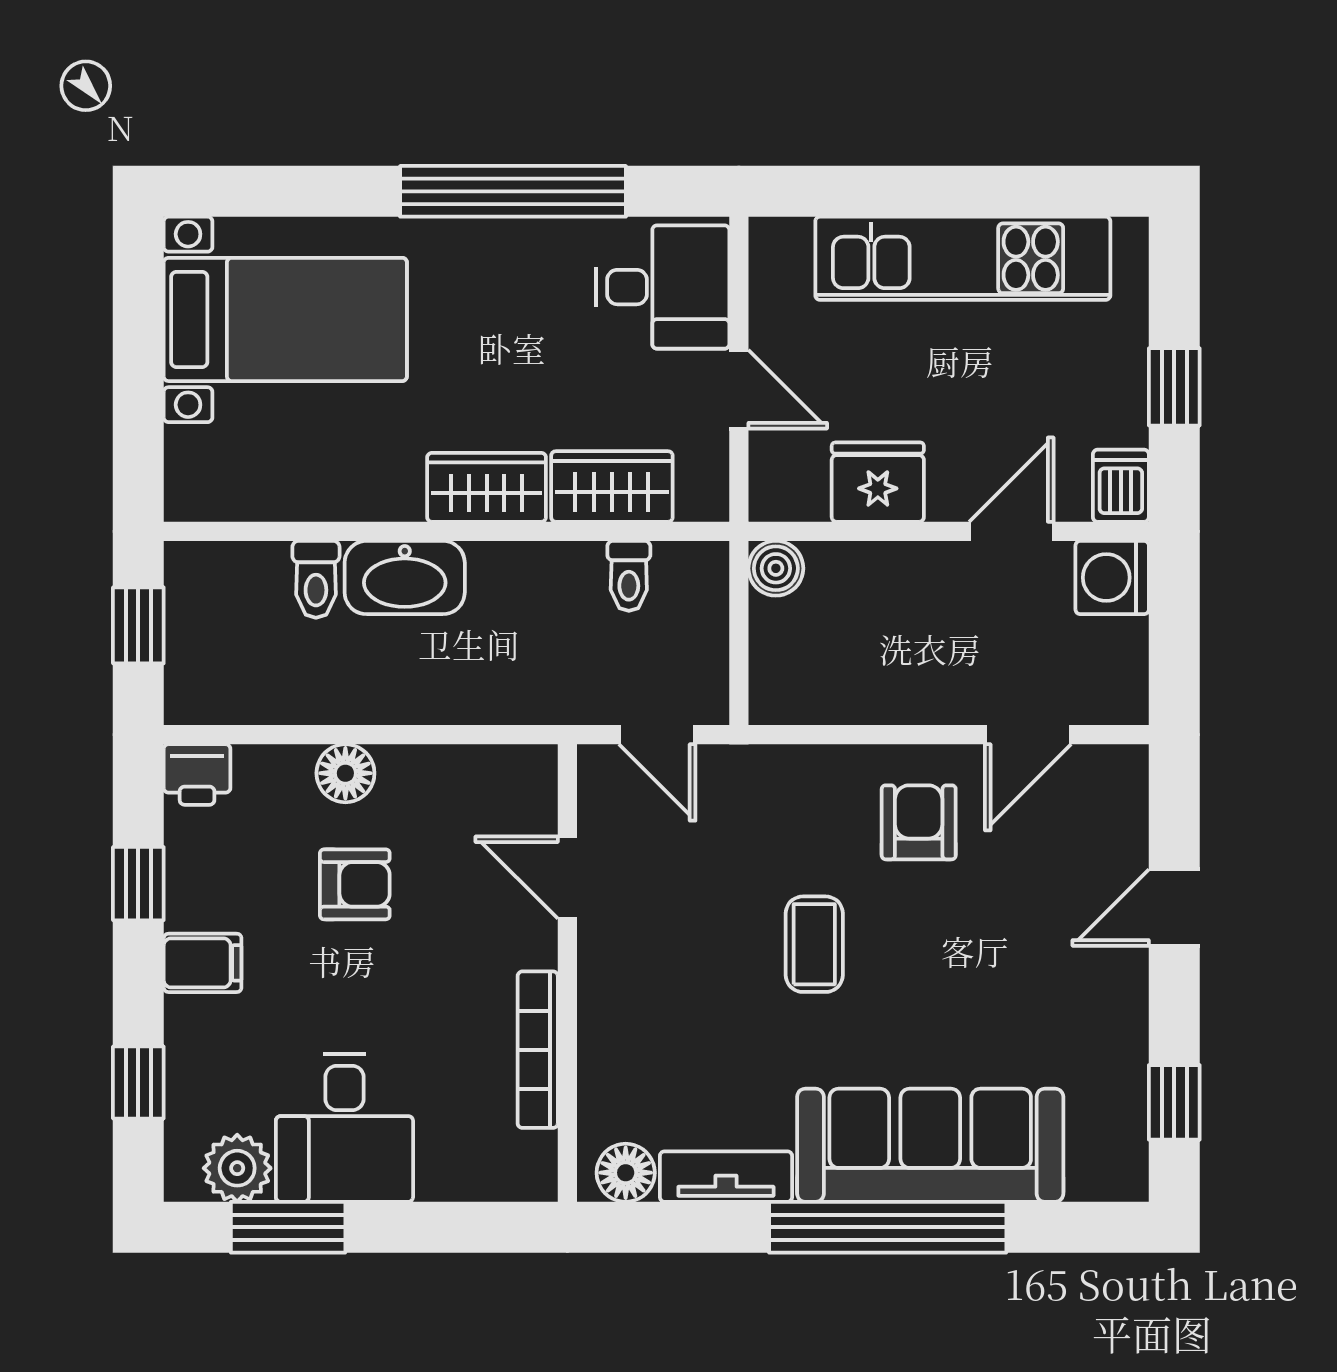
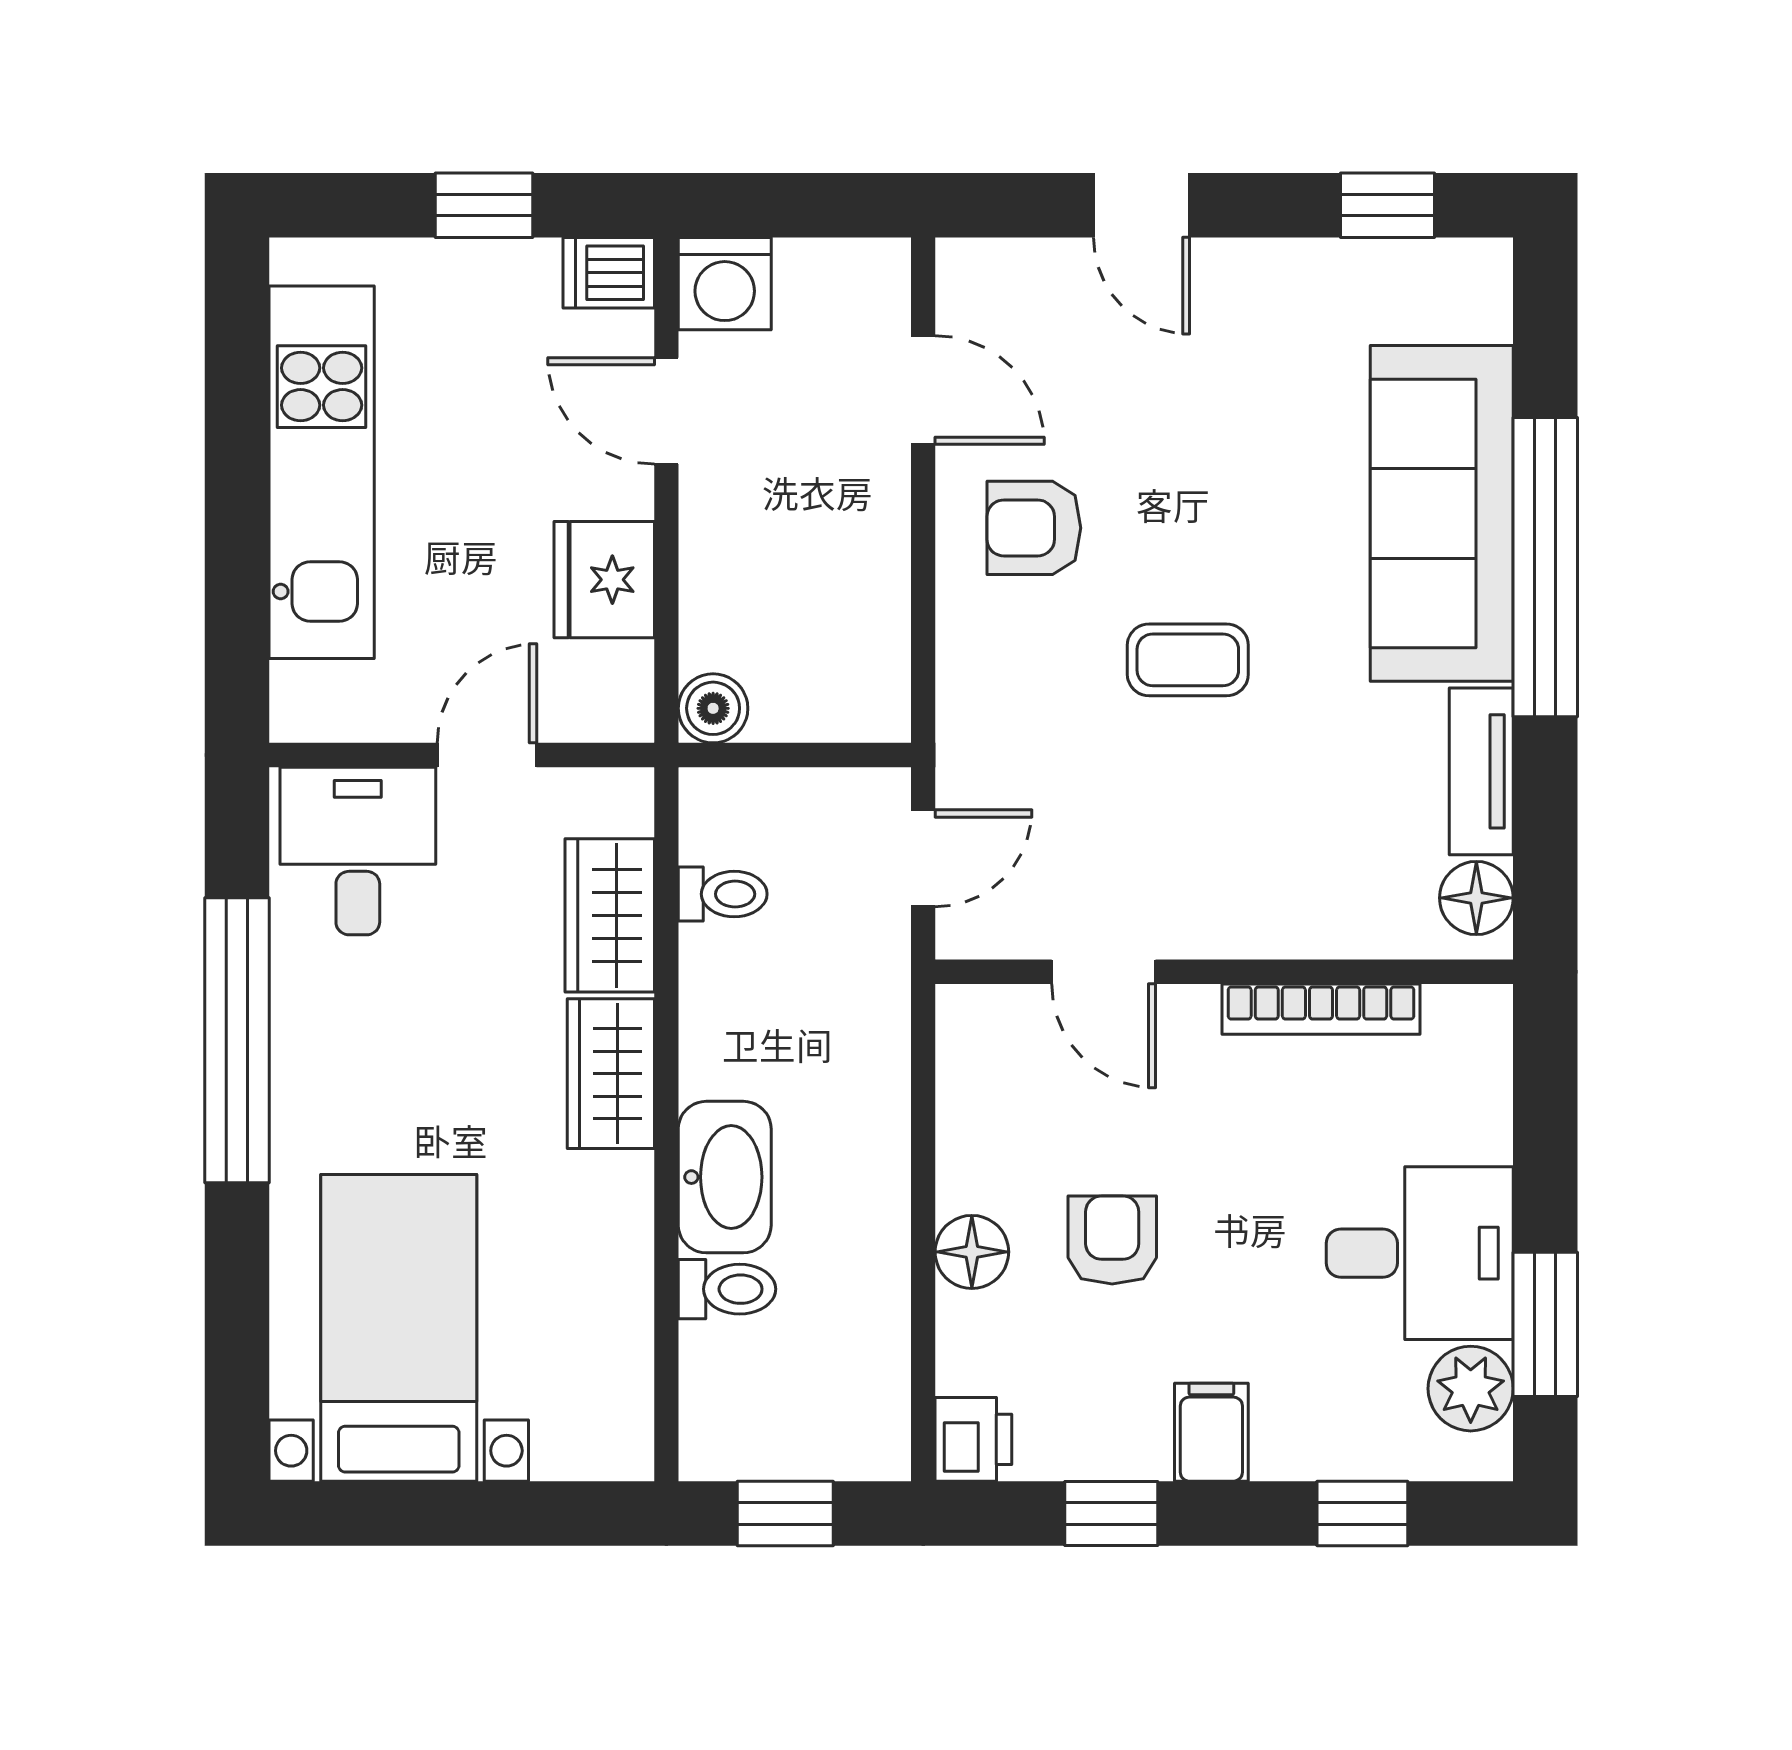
door: (567, 878) -> (1104, 972), hinge flipped

